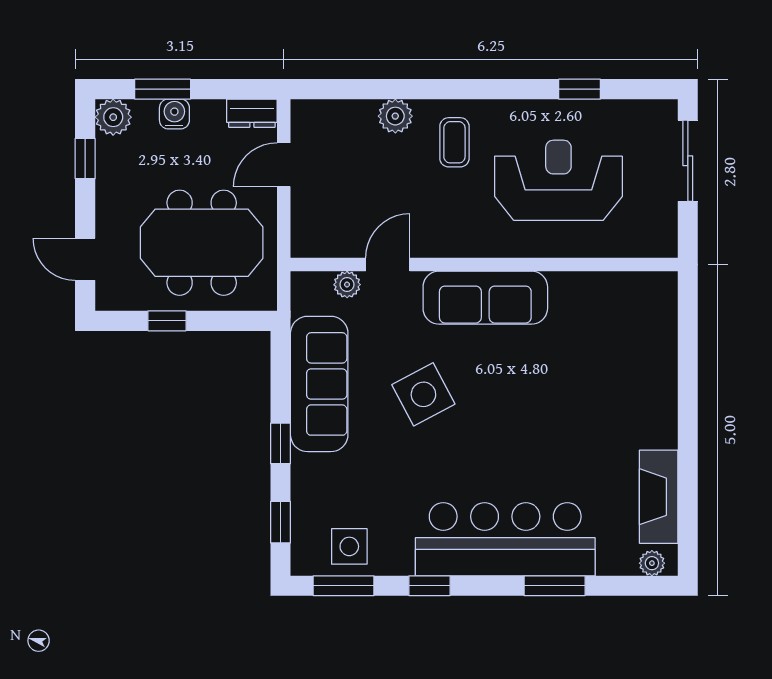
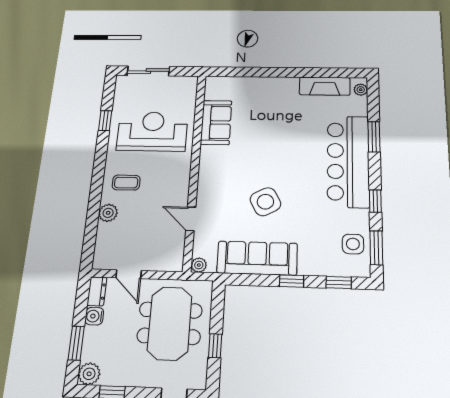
water cooler: (174, 114) -> (94, 316), moved
reception desk: (558, 180) -> (152, 131), turned 90
plant: (347, 285) -> (199, 265), moved
sofa: (485, 298) -> (216, 122), moved, width x0.73

